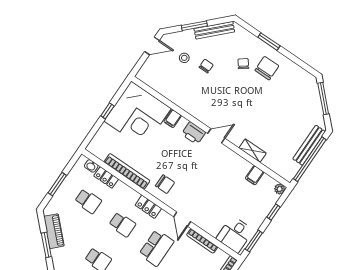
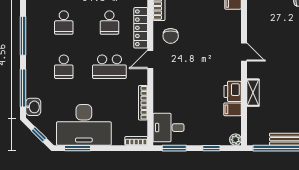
printer: (193, 133) -> (233, 91), moved
locker: (148, 207) -> (141, 28), width x1.53
door: (182, 219) -> (150, 59), moved

